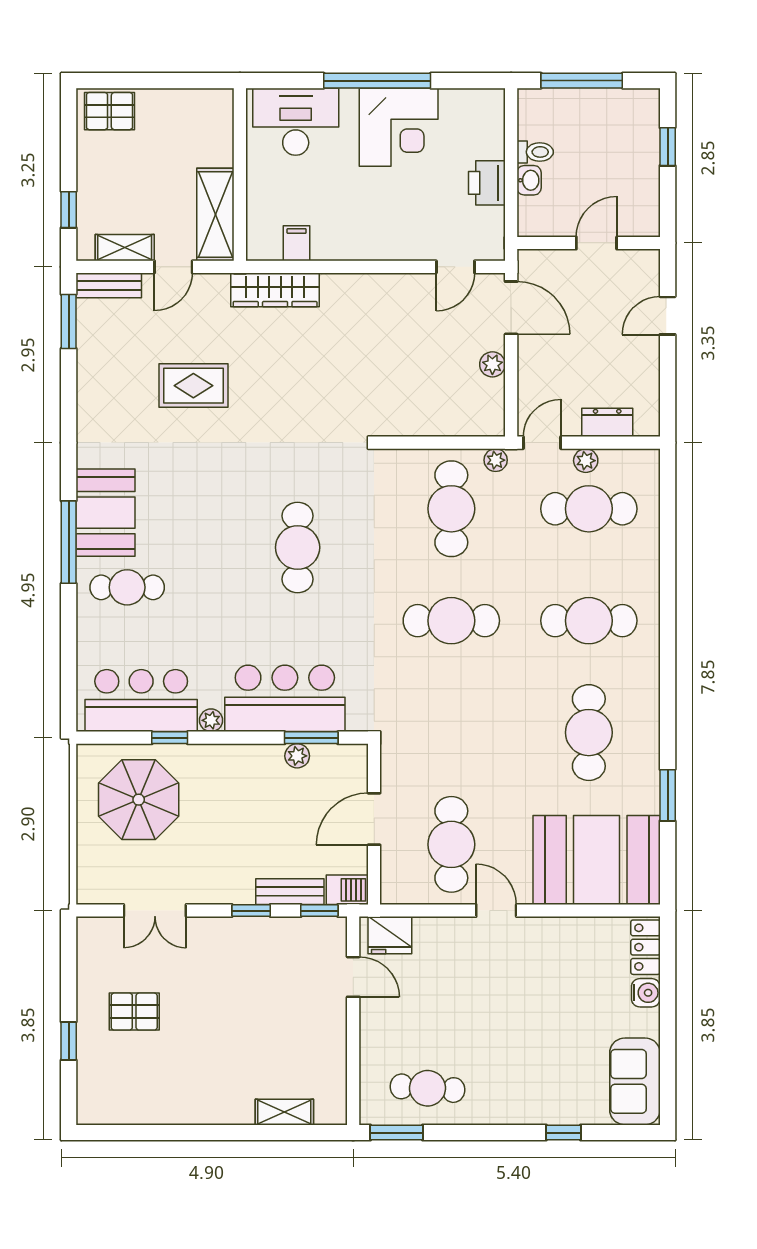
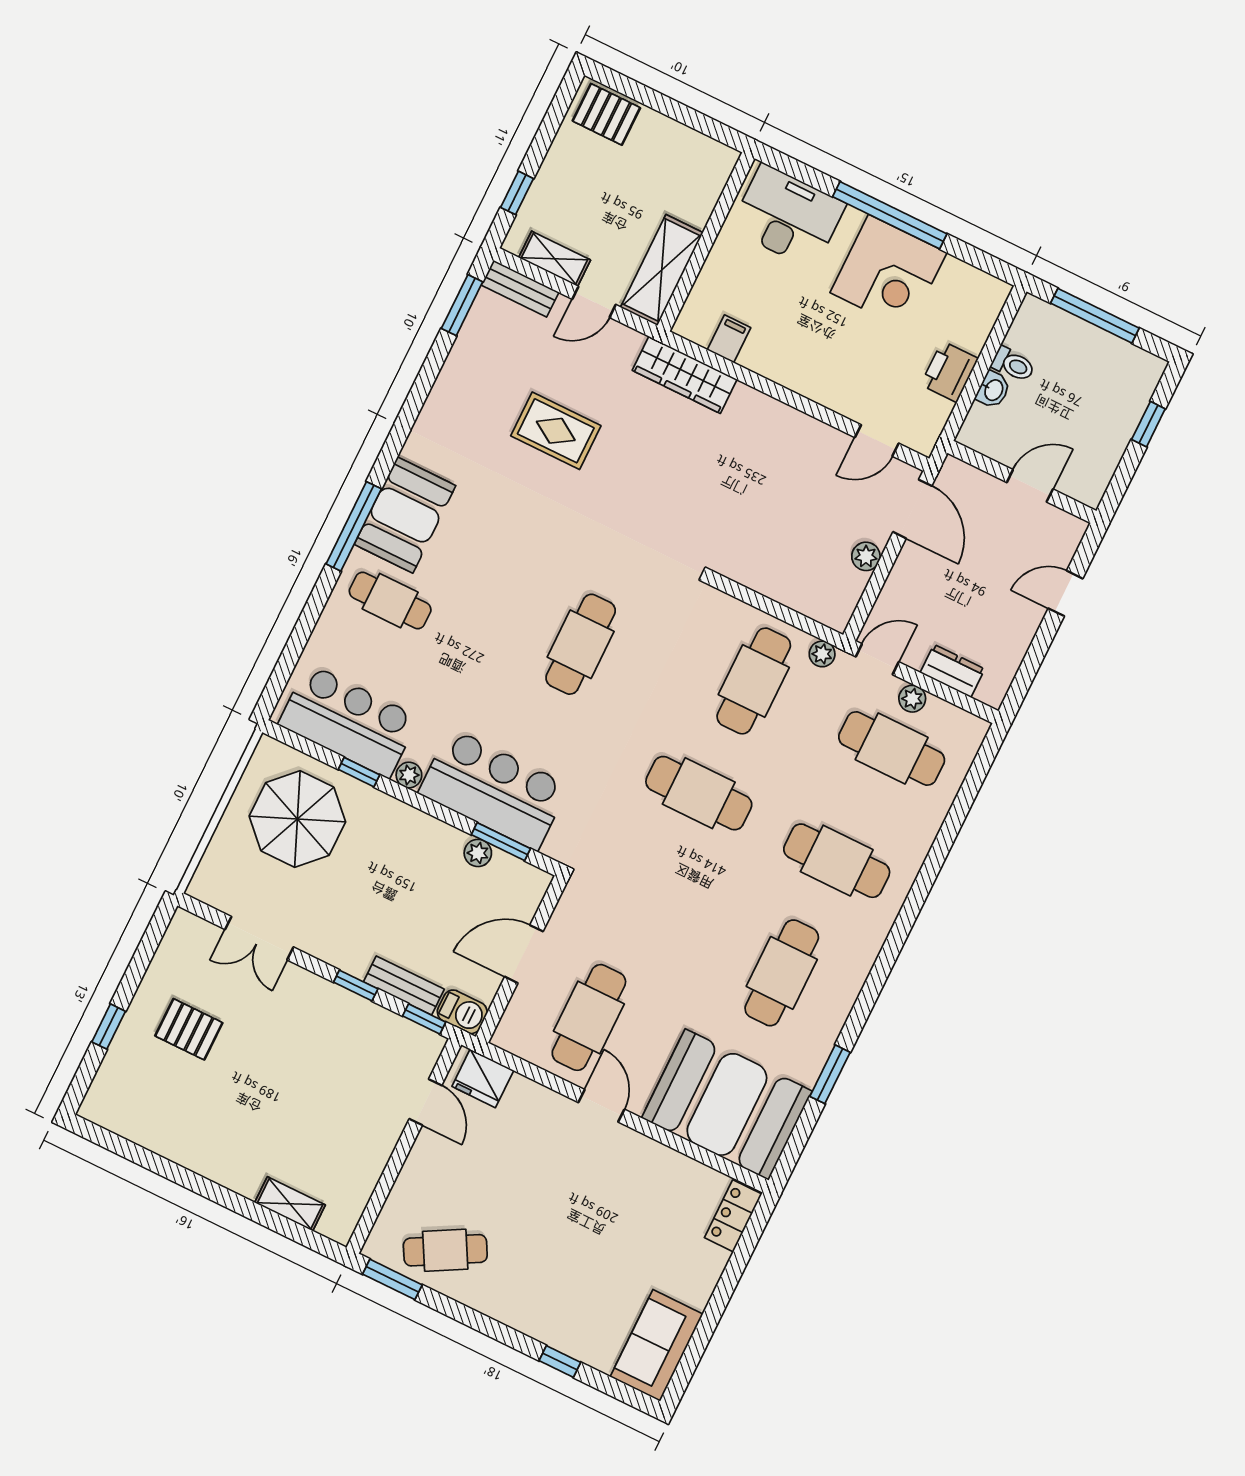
water cooler: (646, 993) -> (711, 1262), removed
cafe table: (428, 1088) -> (445, 1250), turned -33

